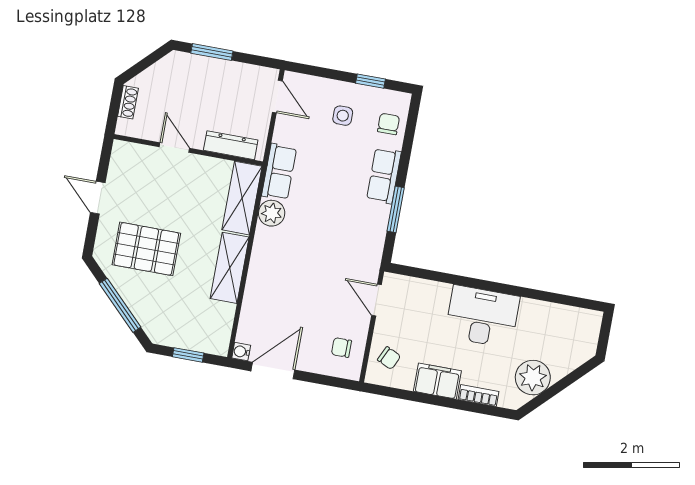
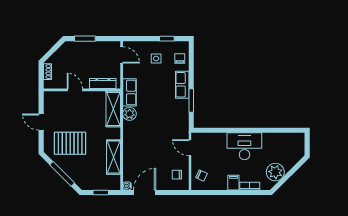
shelving: (230, 268) -> (114, 157), moved
filing cabinet: (437, 381) -> (233, 183), width x0.50

